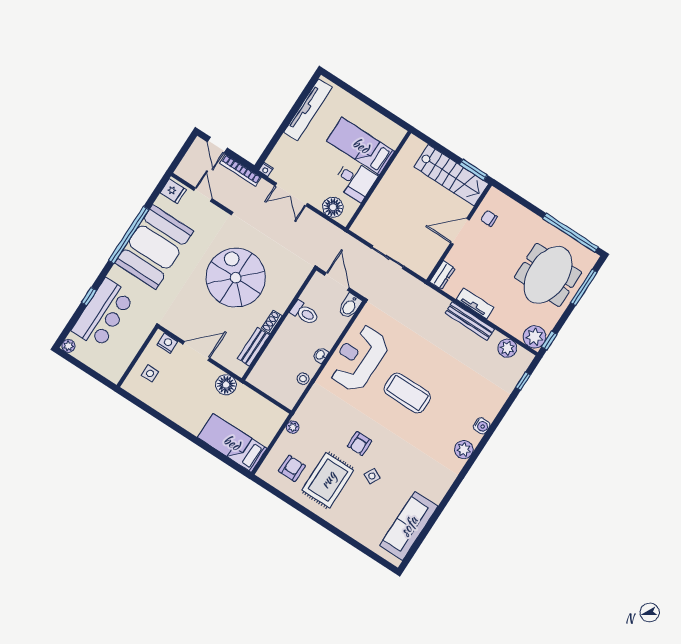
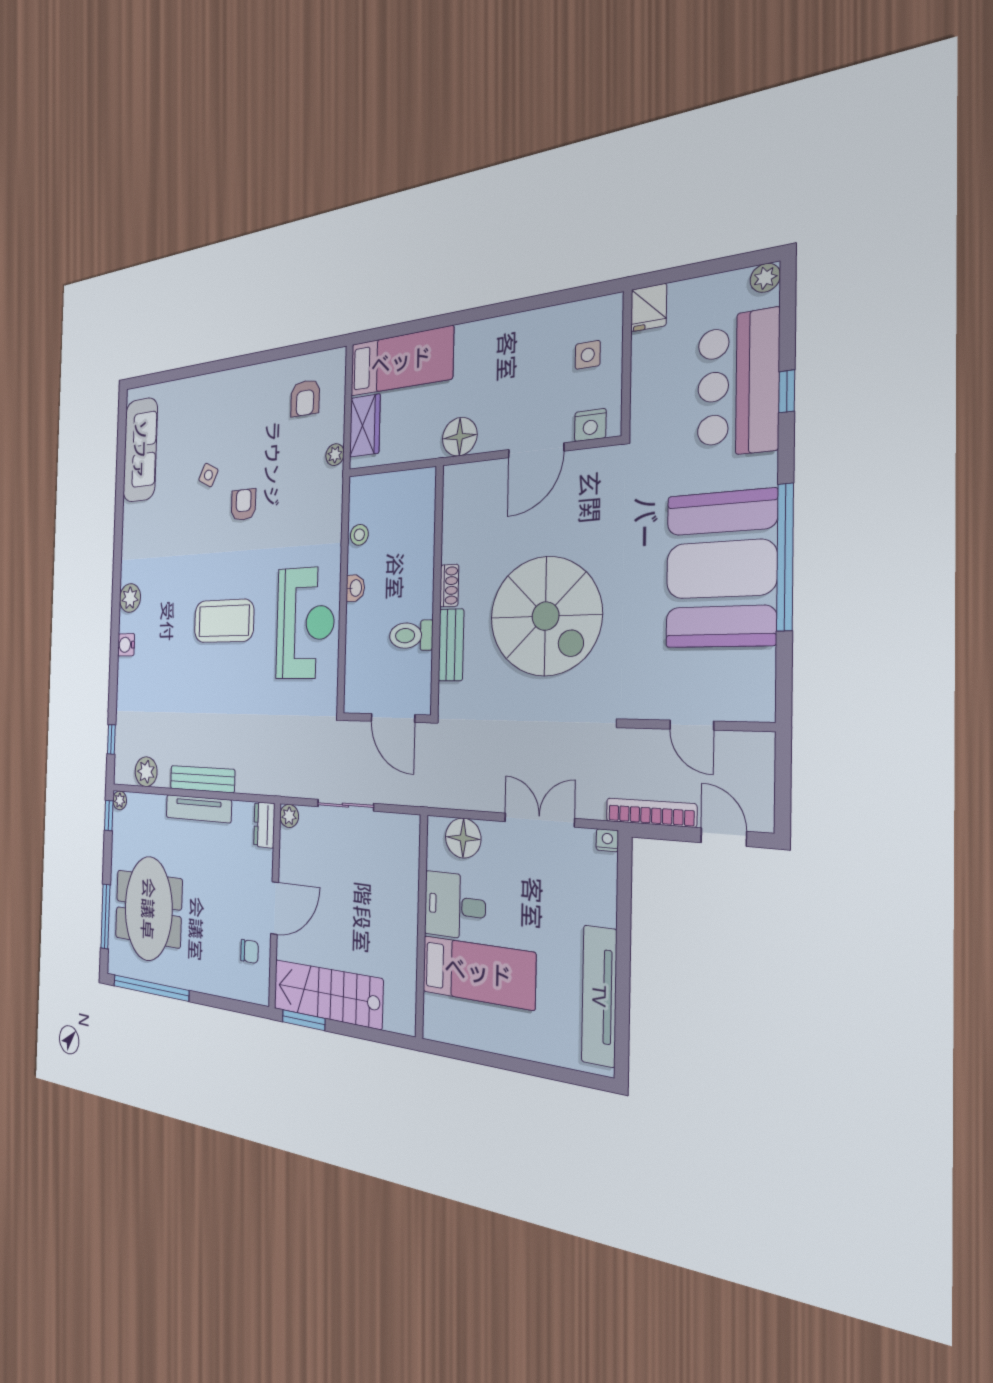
fridge: (173, 191) -> (649, 308), moved, turned -90
plant: (424, 271) -> (289, 816), added
tv unit: (475, 303) -> (198, 809), width x1.41
bidet: (350, 306) -> (356, 692), removed
plant: (535, 337) -> (120, 800), width x0.53, depth x0.53
bench: (254, 347) -> (451, 645), moved
wardrobe: (269, 428) -> (365, 426), added
rug: (328, 480) -> (255, 423), removed

